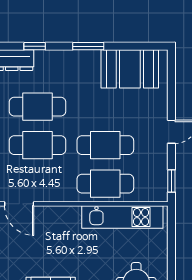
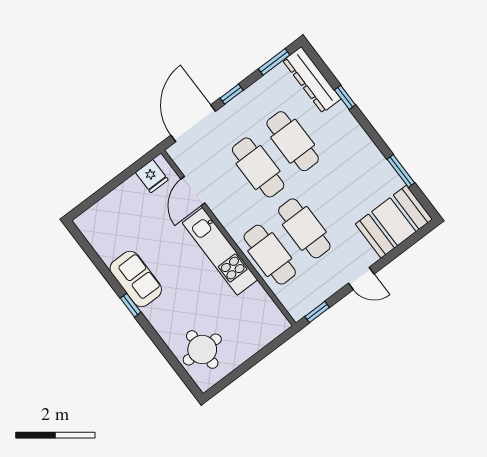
window: (88, 46) -> (401, 171), moved
booth: (130, 69) -> (394, 222), moved, turned 90
kitchen unit: (122, 217) -> (220, 251), moved

